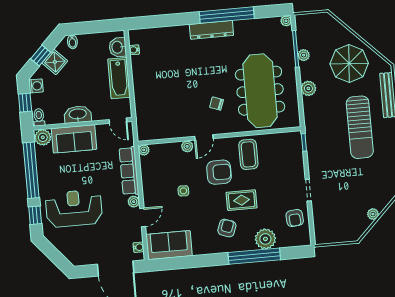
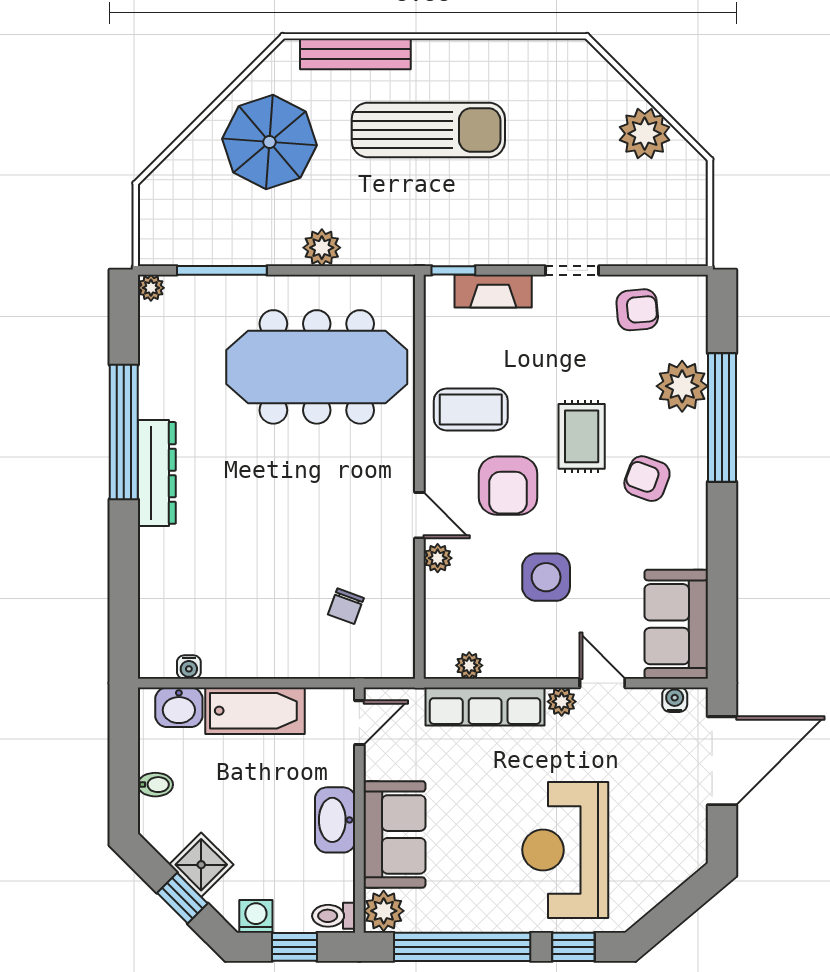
bidet: (72, 42) -> (155, 785), moved
plant: (304, 55) -> (239, 252), removed
chair: (217, 104) -> (346, 606), moved
plant: (144, 150) -> (469, 665), moved
fireplace: (297, 159) -> (493, 291), added
armchair: (219, 172) -> (508, 486), turned 180
side table: (183, 191) -> (546, 577), width x1.87, depth x1.87
plant: (373, 214) -> (645, 134), width x1.88, depth x1.88

